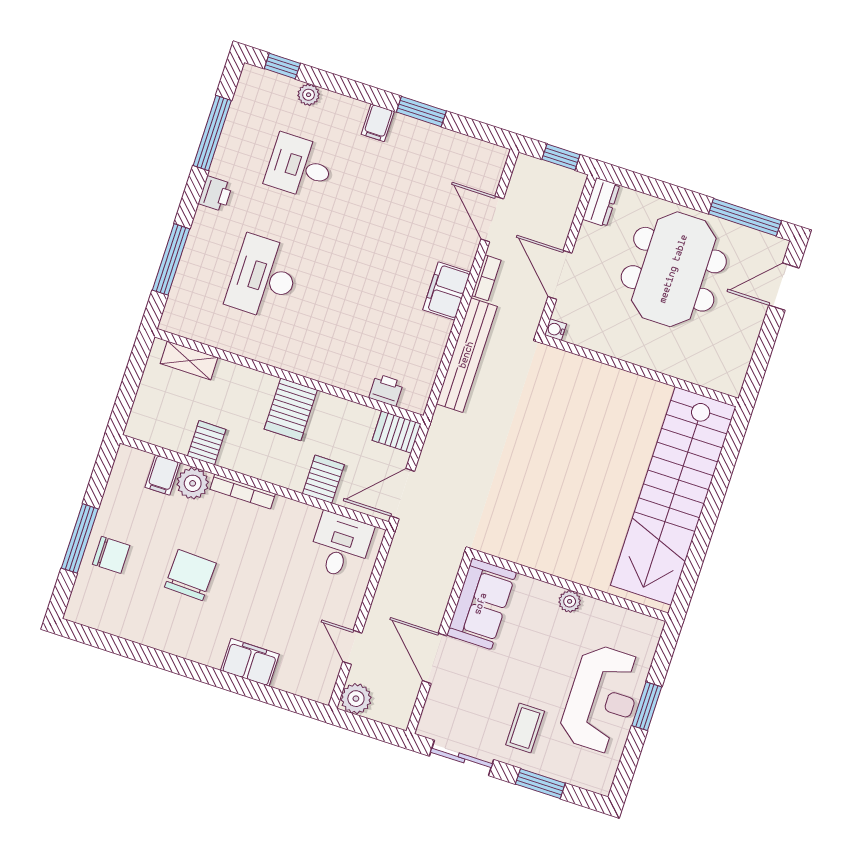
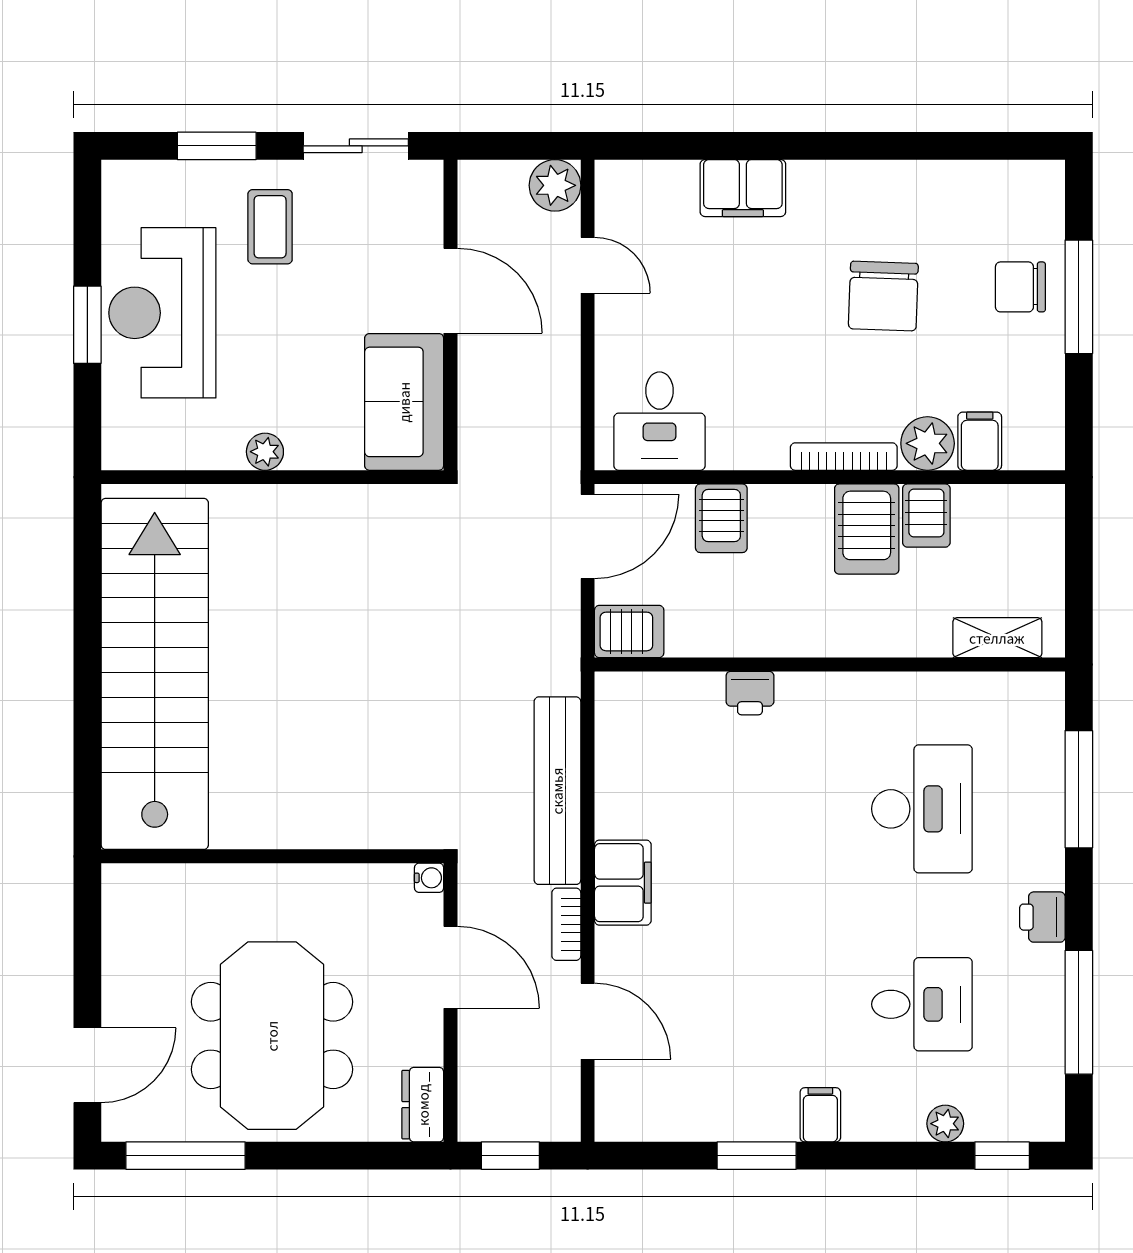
printer: (386, 390) -> (750, 693), moved
server rack: (291, 409) -> (867, 529), moved, turned 180

